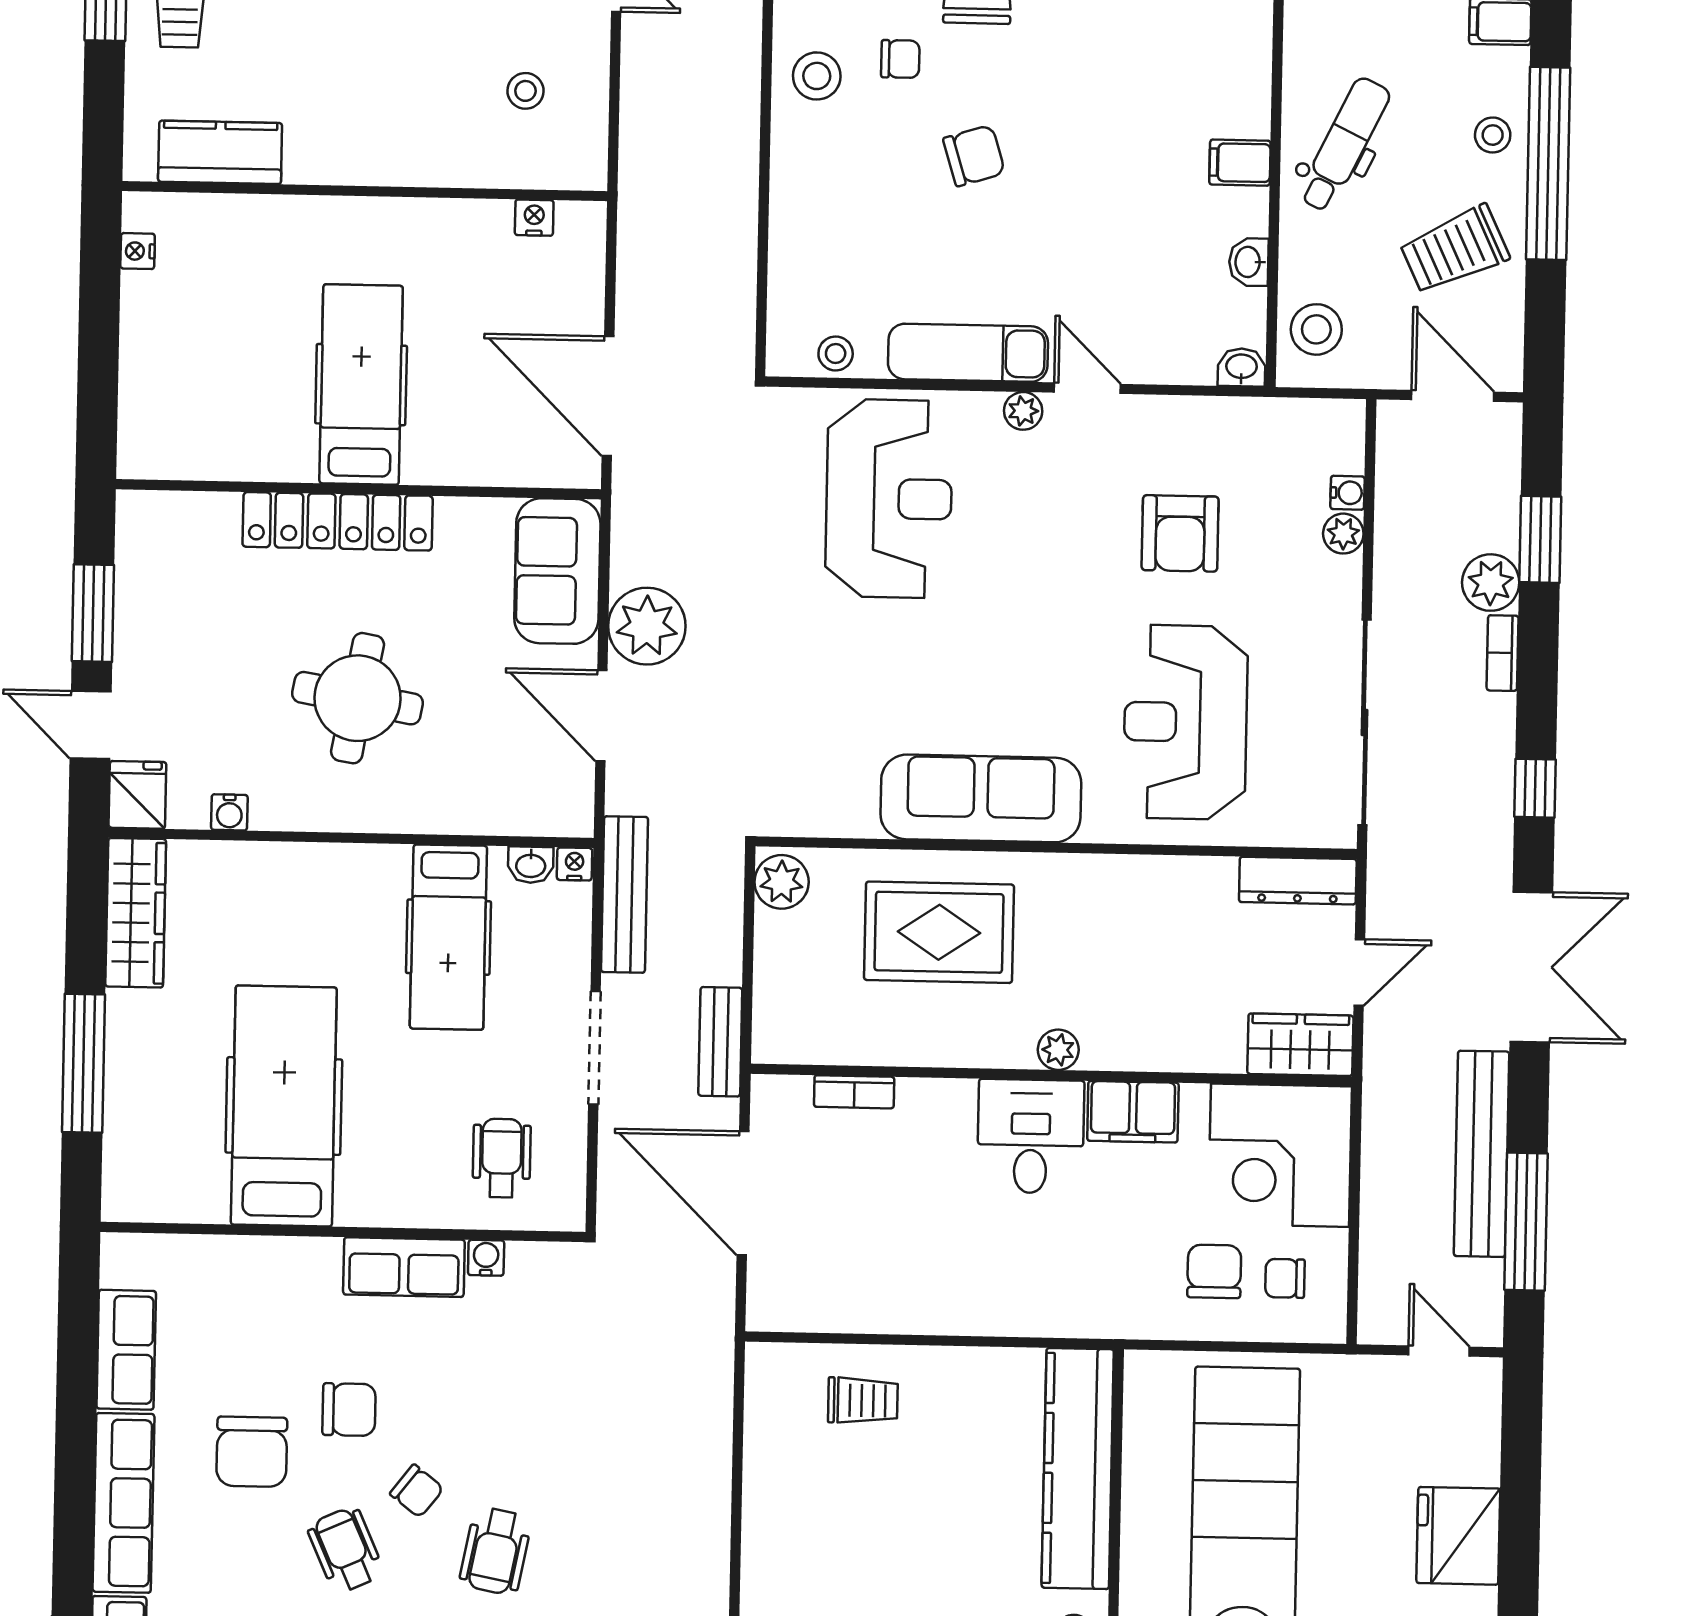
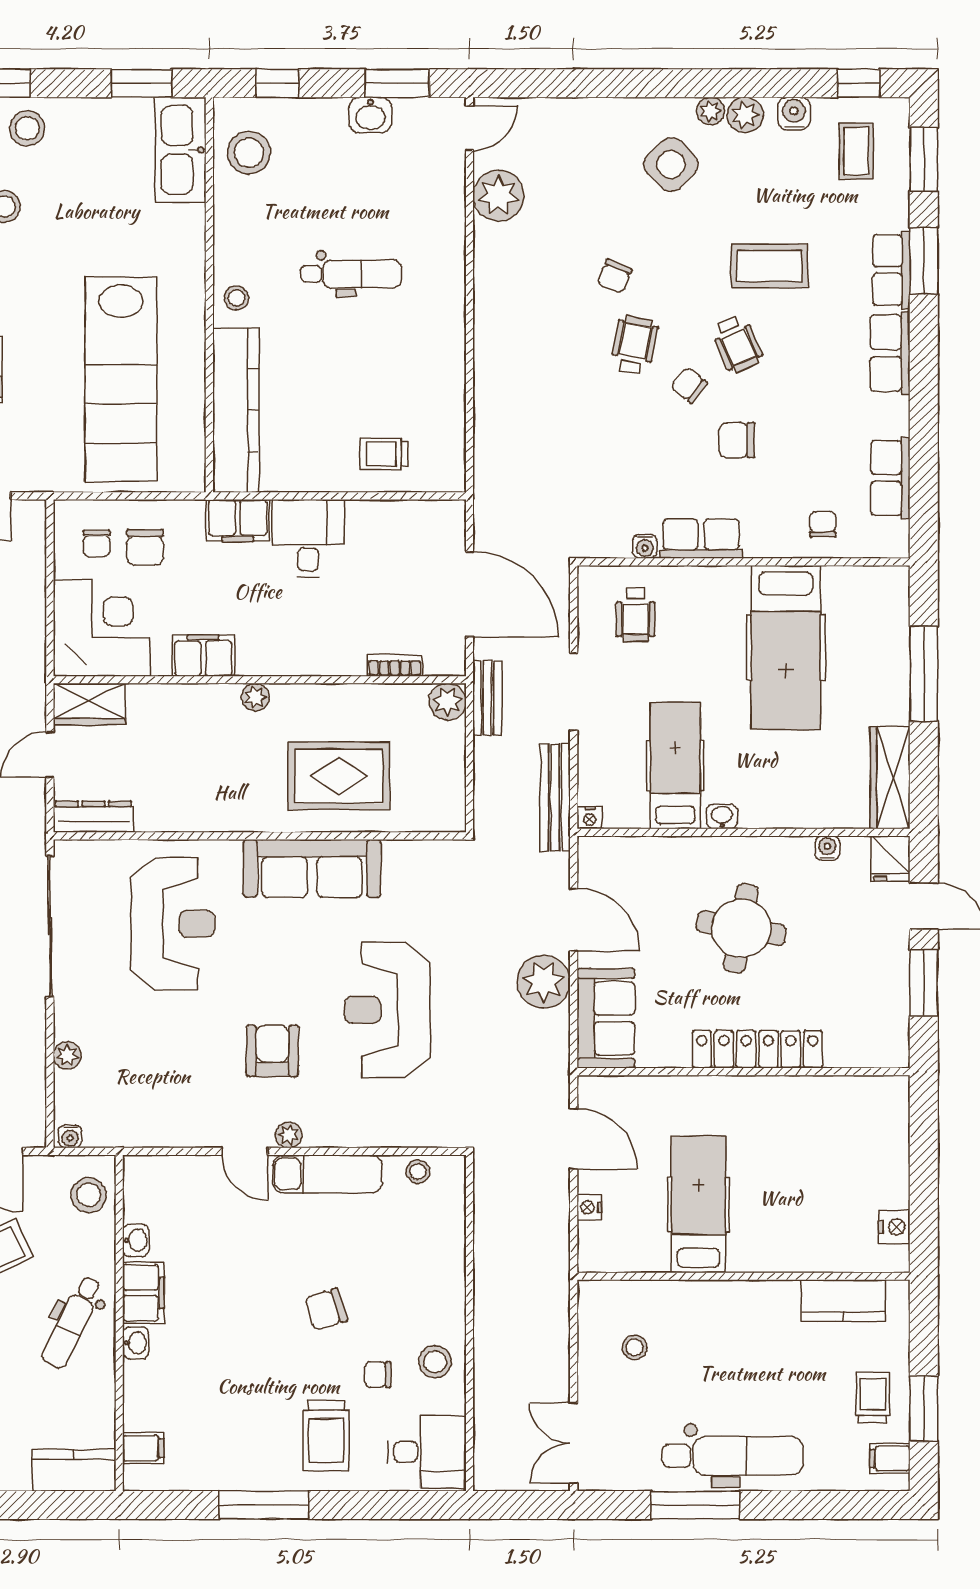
filing cabinet: (1240, 163) -> (143, 1293), width x2.00
nightstand: (534, 218) -> (589, 1207), moved, turned 90
nightstand: (138, 251) -> (894, 1227), width x1.39, depth x1.35
washbasin: (1242, 367) -> (136, 1343), moved, turned -90
hospital bed: (361, 385) -> (698, 1204), moved, turned 180
door: (608, 396) -> (574, 1139), width x0.73
water cooler: (1348, 493) -> (70, 1136), moved, turned -90
reception desk: (889, 499) -> (387, 1010), moved
armchair: (1180, 533) -> (272, 1051), moved
washbasin: (531, 865) -> (722, 816), moved
plant: (782, 882) -> (448, 702), moved
desk: (1031, 1136) -> (308, 538), moved, turned 180
chair: (1285, 1278) -> (96, 544), turned 90
filing cabinet: (1078, 1308) -> (238, 520), added
chair: (252, 1452) -> (823, 524), moved, width x0.54, depth x0.54
row of seats: (123, 1503) -> (890, 353), width x0.68

